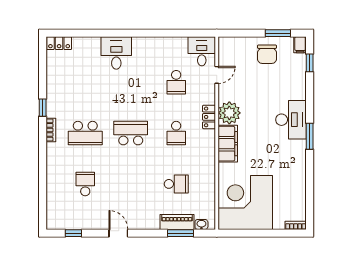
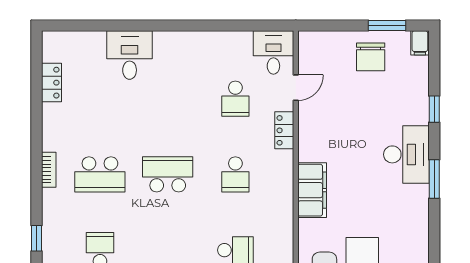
locker: (59, 43) -> (51, 83), moved, turned -90
desk: (116, 53) -> (130, 55), moved
window: (310, 63) -> (434, 109), moved
window: (43, 108) -> (36, 238), moved
plant: (229, 113) -> (315, 144), removed
locker: (209, 117) -> (284, 130), moved

